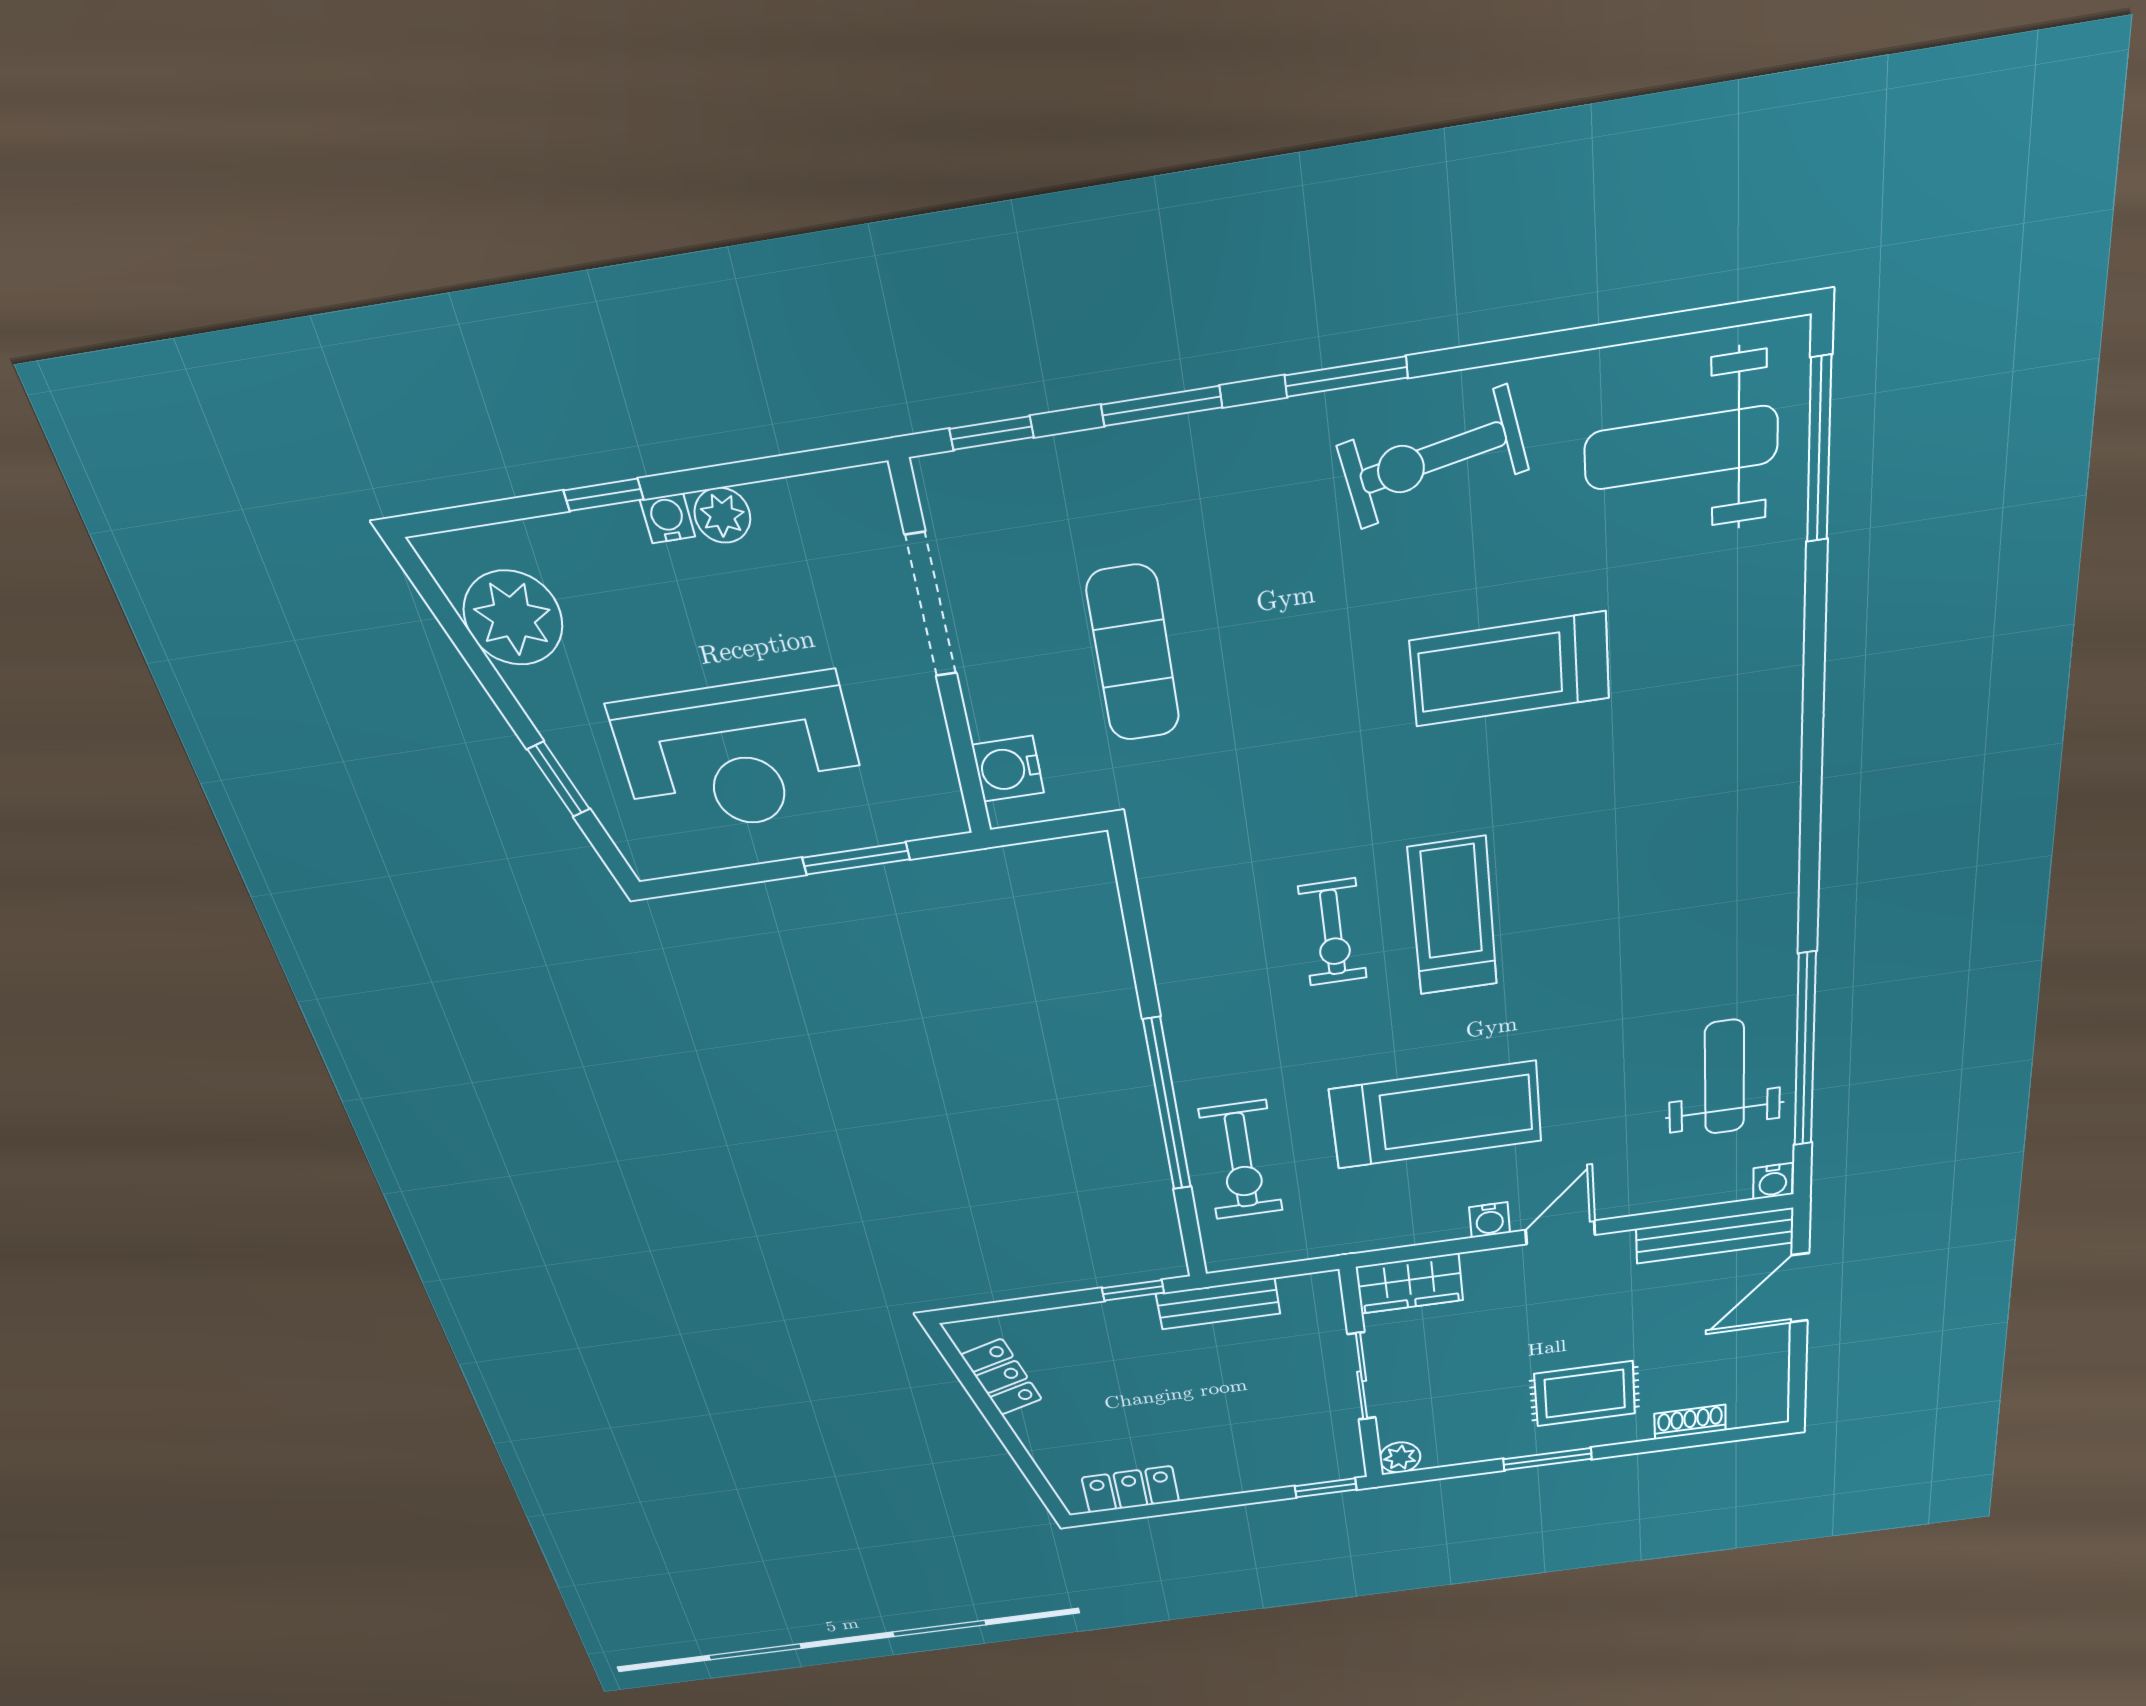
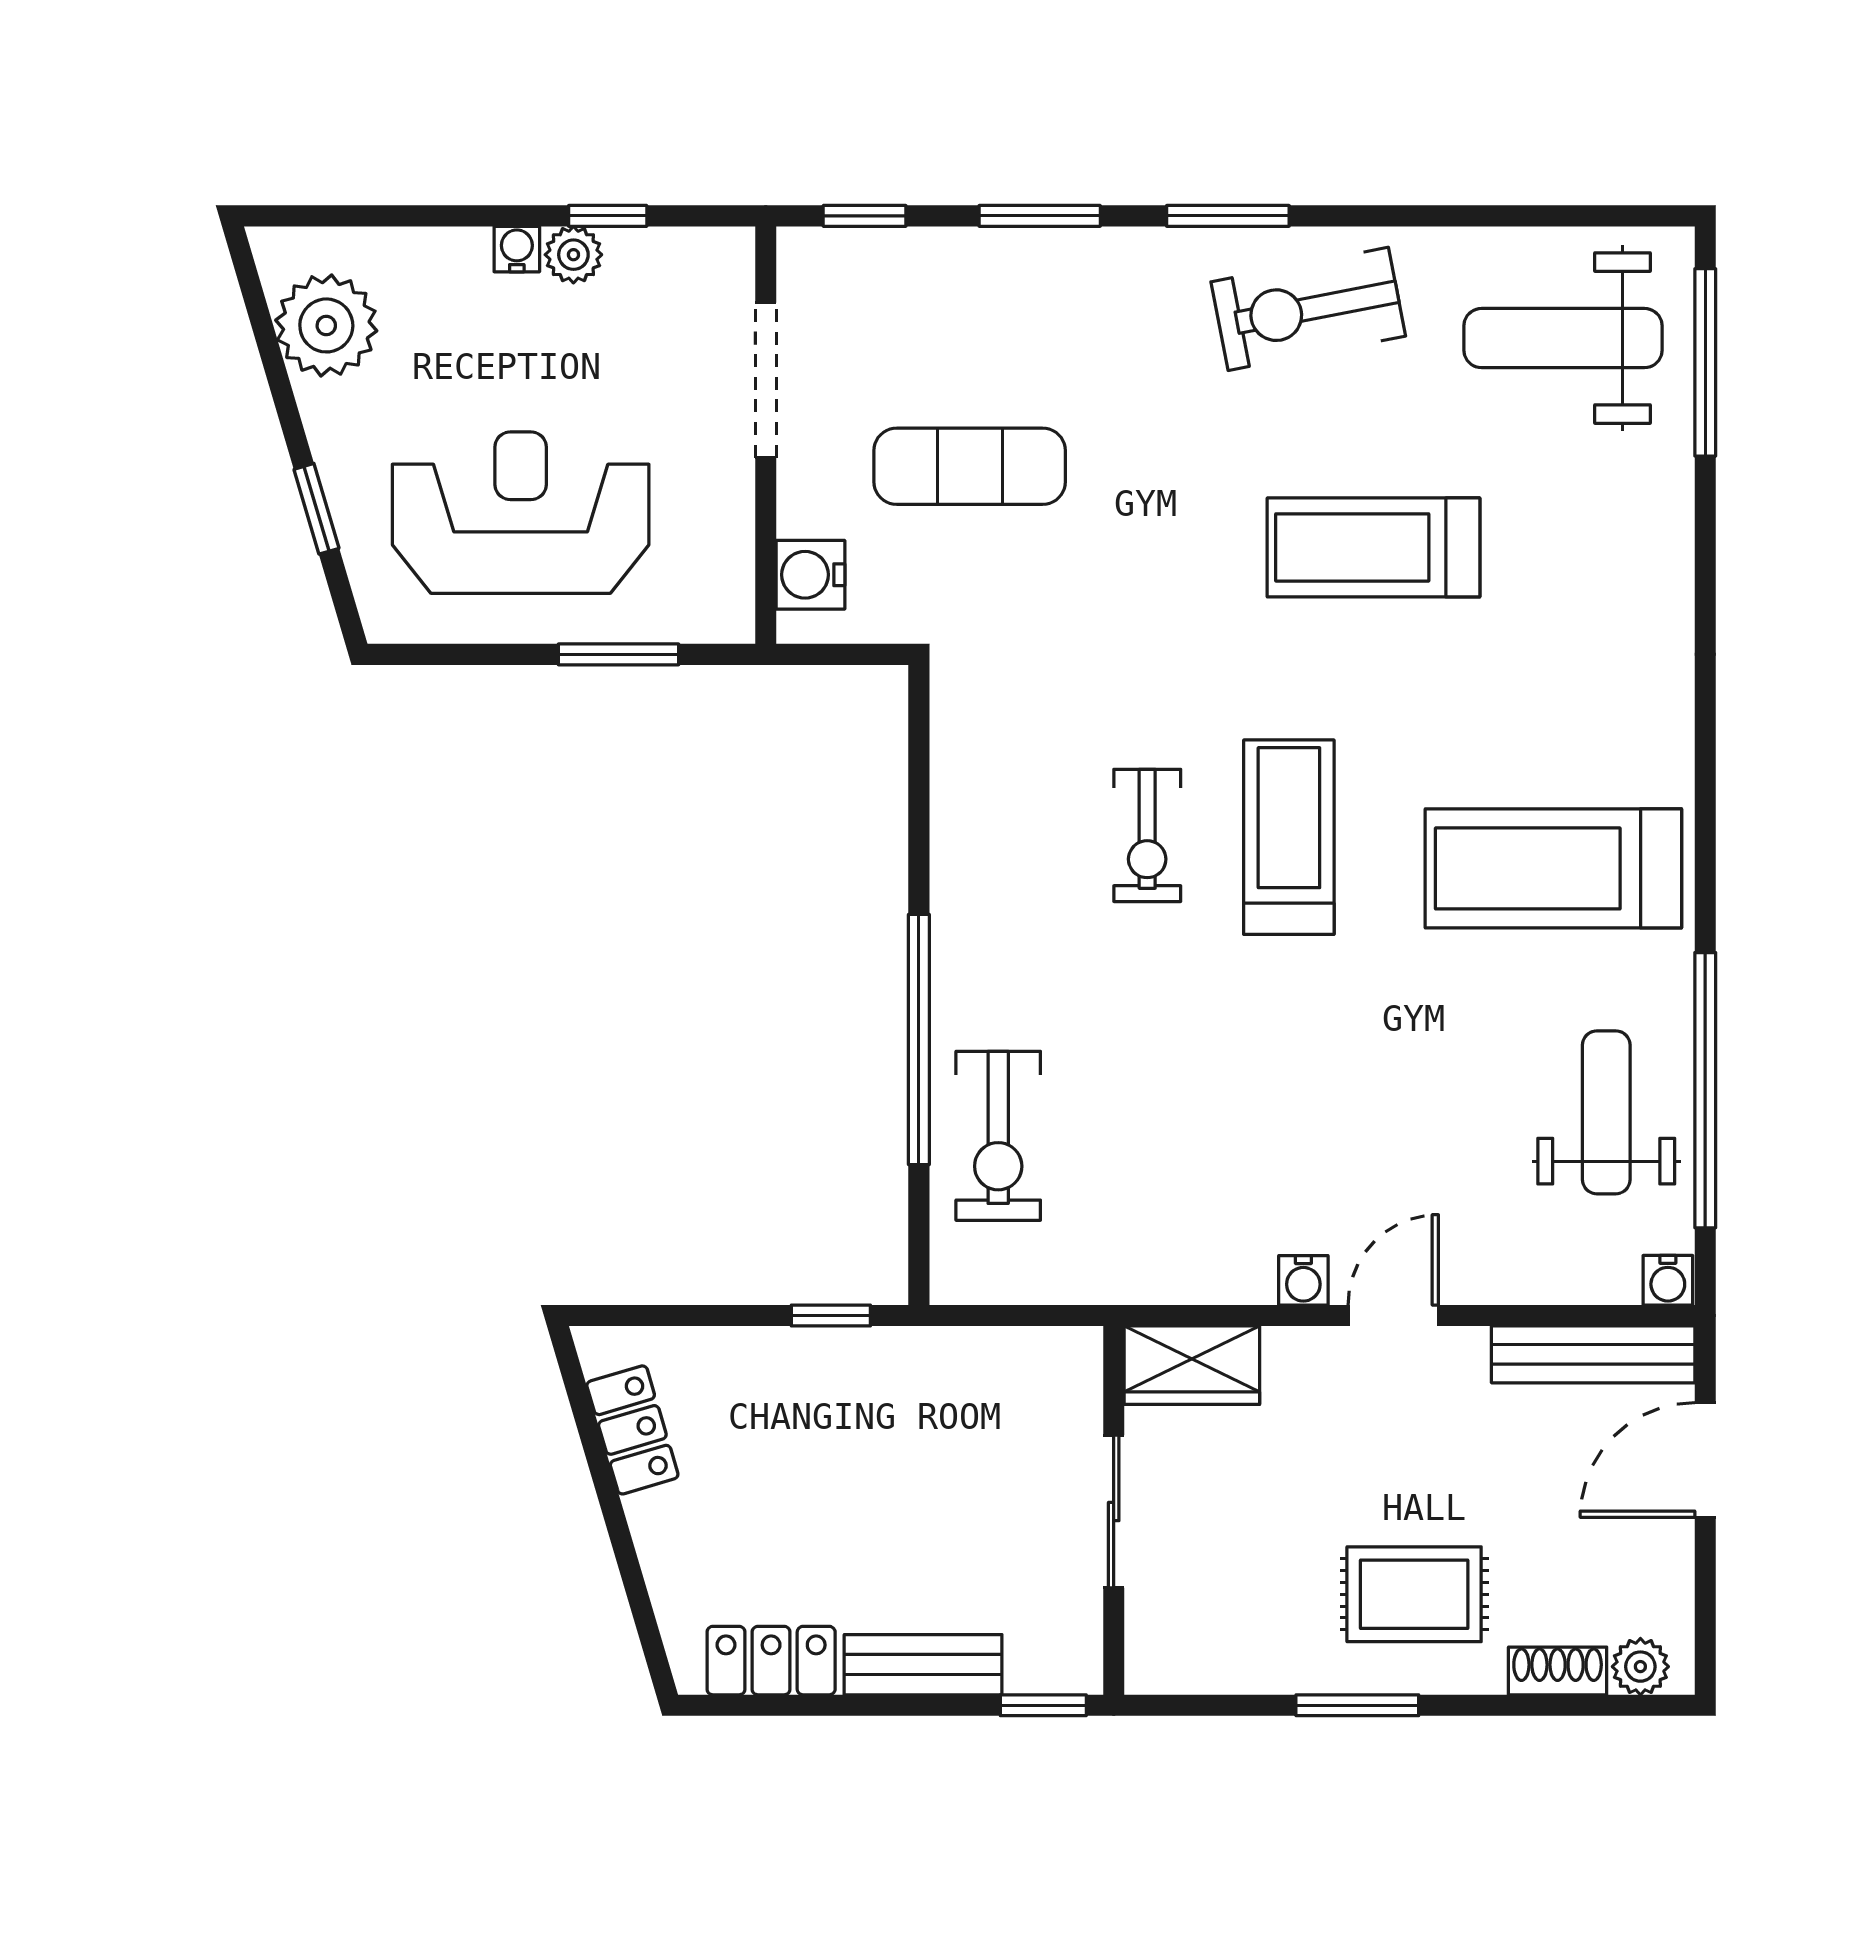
window: (604, 495) -> (608, 216), moved
exercise mat: (1133, 654) -> (970, 466), turned 90
reception desk: (739, 755) -> (521, 513), turned 180
treadmill: (1436, 1115) -> (1553, 868), moved, turned 180
bench: (1218, 1304) -> (923, 1665), moved
plant: (1400, 1457) -> (1640, 1667), moved

